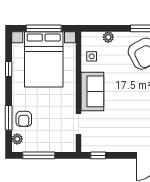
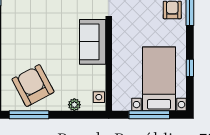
side table: (92, 56) -> (99, 97), moved
bed with nightstands: (44, 59) -> (159, 79), width x0.73

